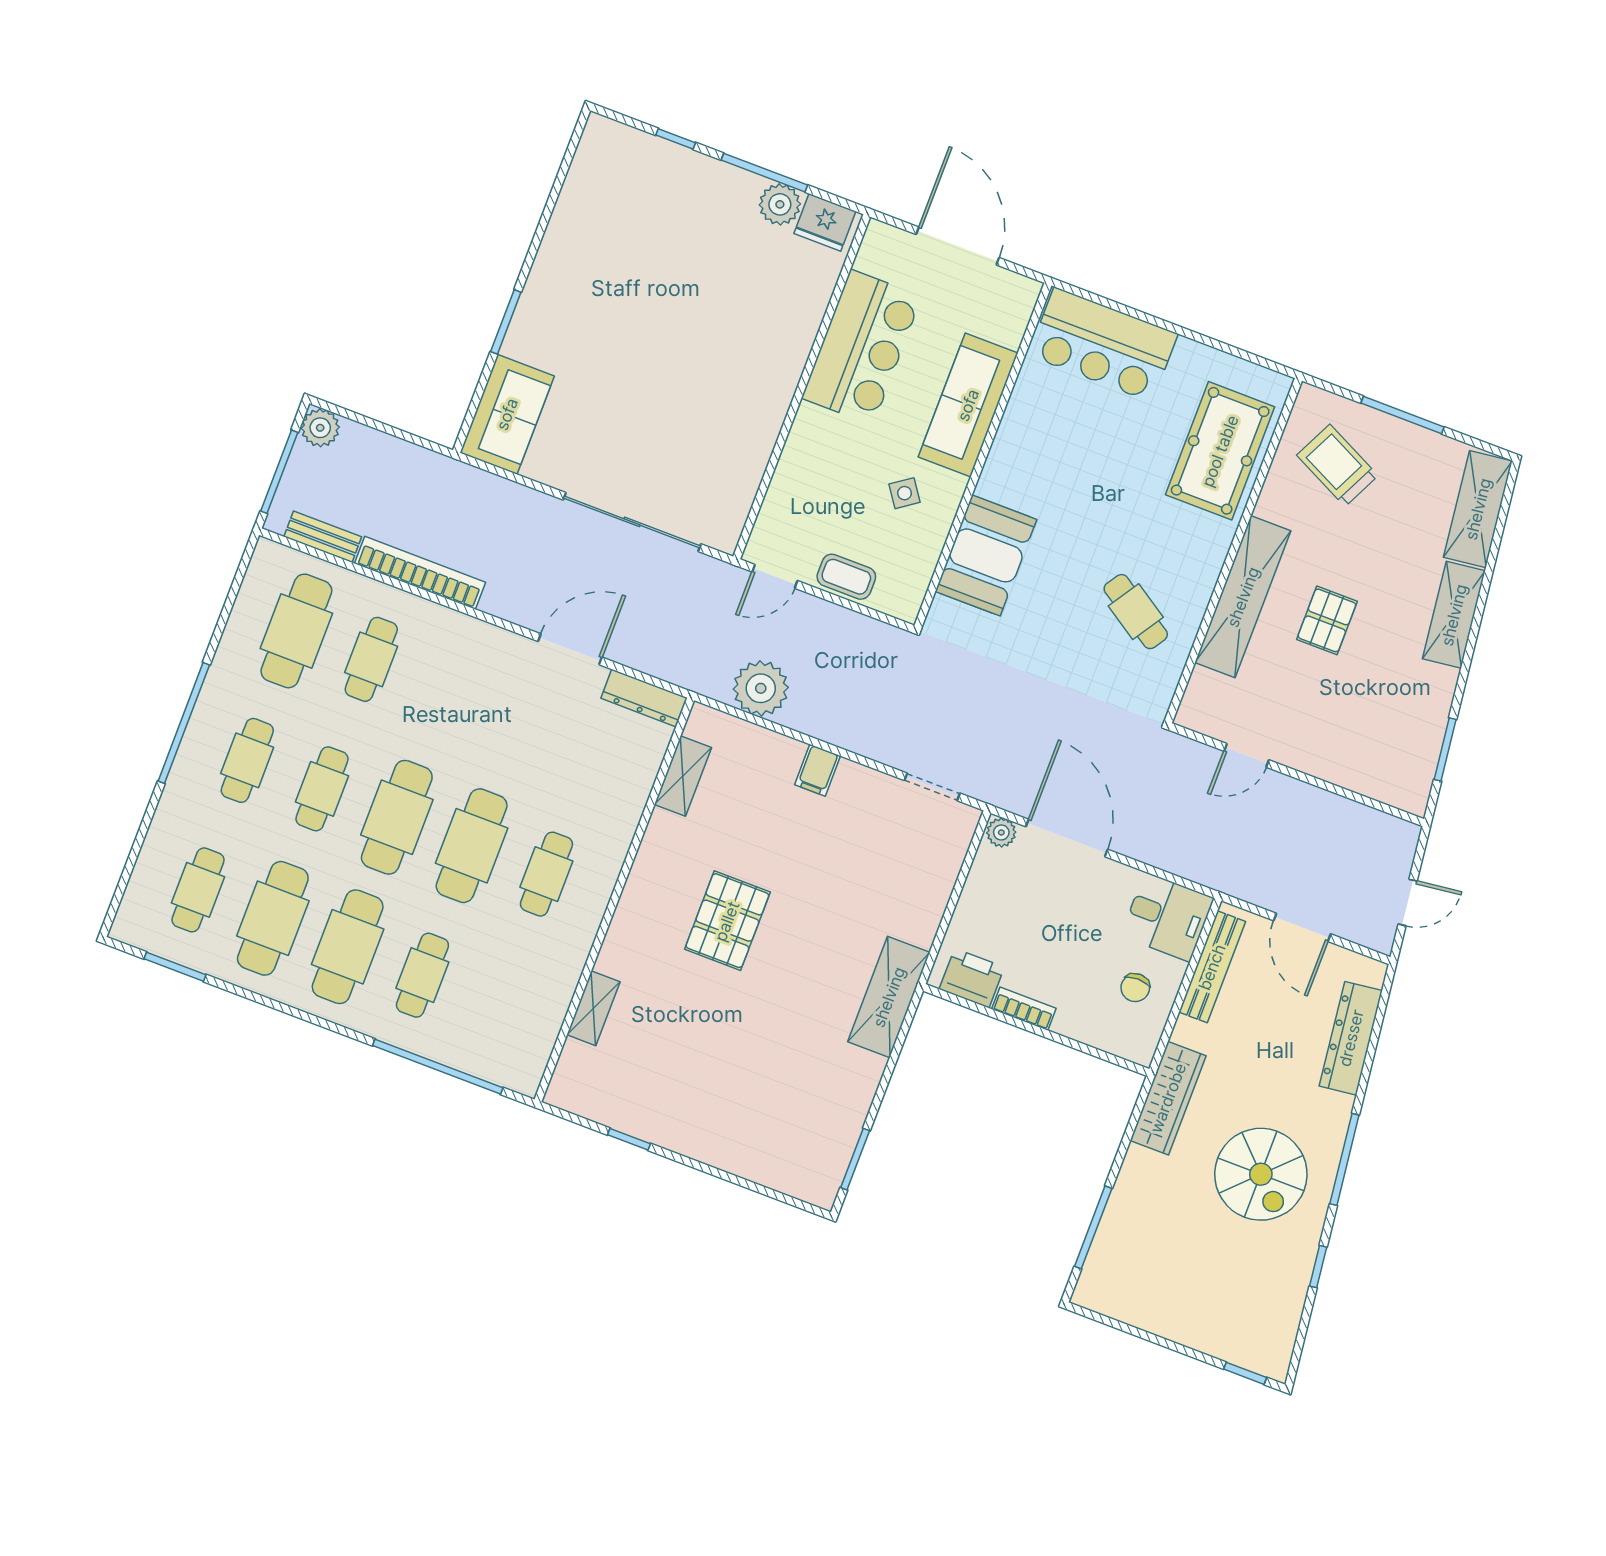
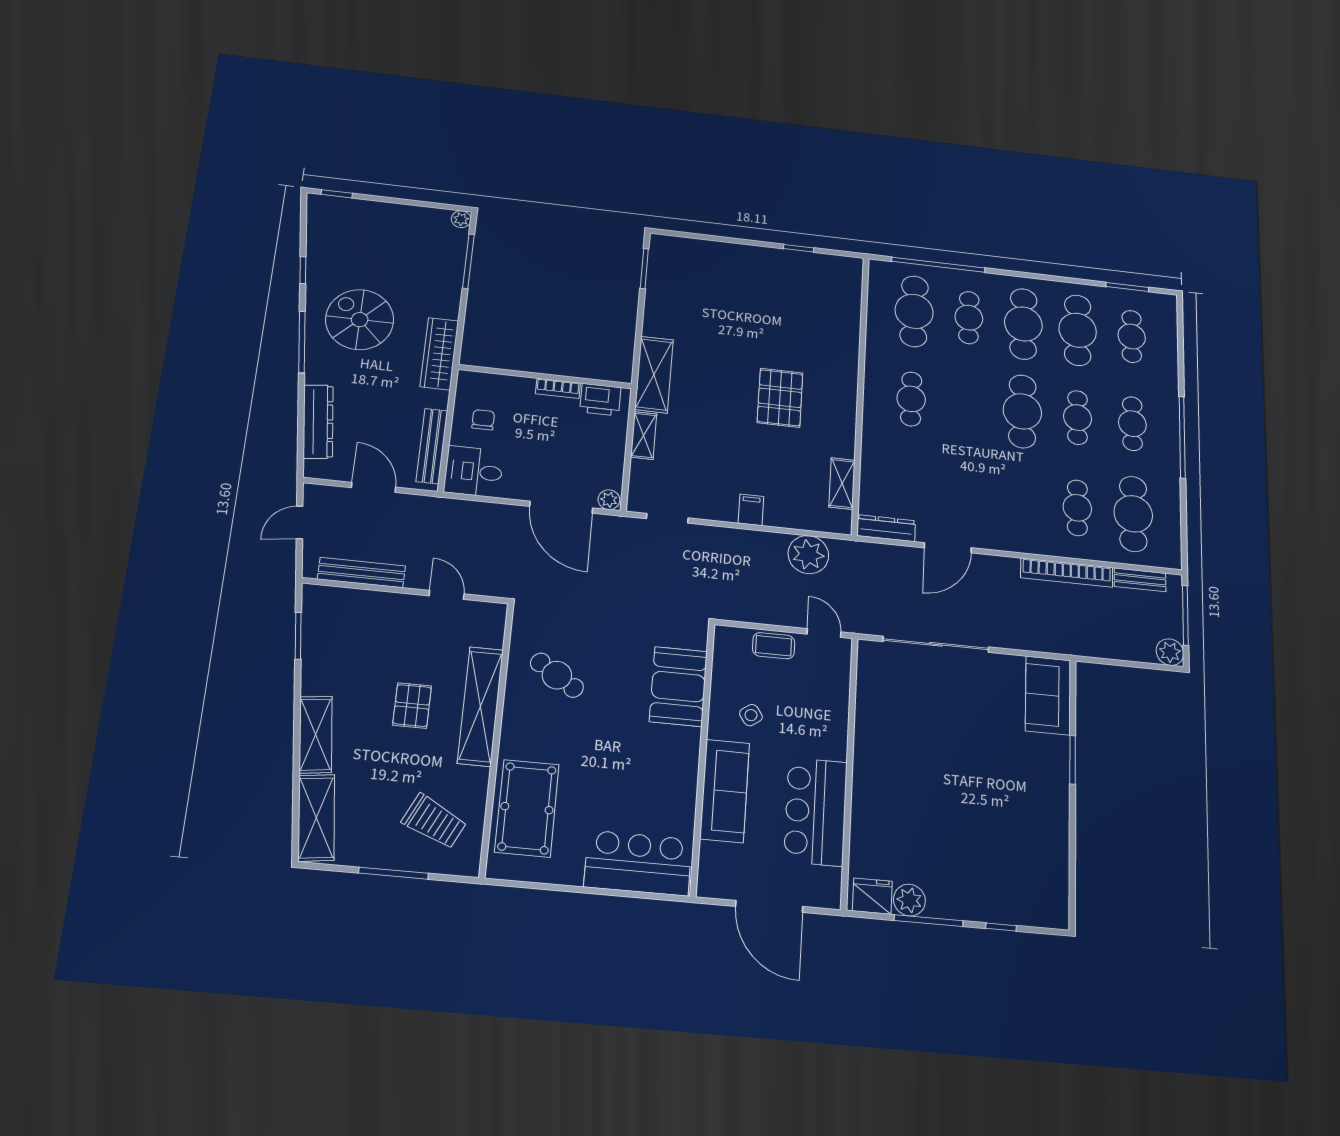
door: (775, 576) -> (824, 633), hinge flipped
door: (1246, 755) -> (447, 595), hinge flipped
bench: (1346, 814) -> (361, 573), added
cafe table: (472, 846) -> (914, 311), moved
shelving: (593, 1008) -> (644, 435), moved
plant: (1086, 1294) -> (461, 219), added

